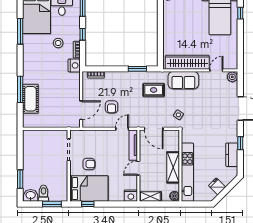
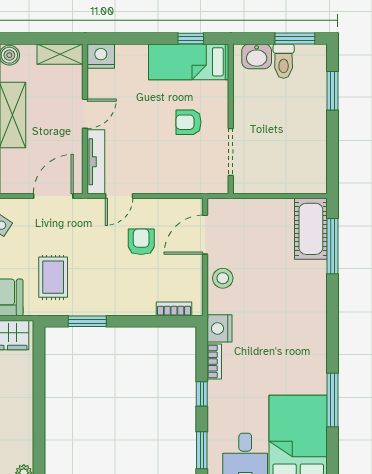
stool: (58, 43) -> (223, 278), moved
window: (20, 89) -> (333, 246), moved
rug: (154, 90) -> (53, 277), turned 90
cot: (30, 99) -> (311, 229), moved
door: (154, 129) -> (53, 196), hinge flipped
bed: (89, 189) -> (189, 62), width x0.67
washbasin: (31, 195) -> (257, 56), moved
window: (52, 204) -> (295, 38), moved

